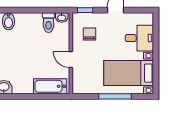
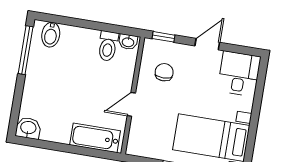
desk: (139, 38) -> (239, 74), moved, turned -90
door: (71, 59) -> (131, 104), hinge flipped

